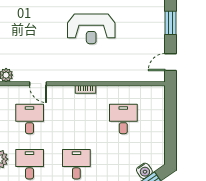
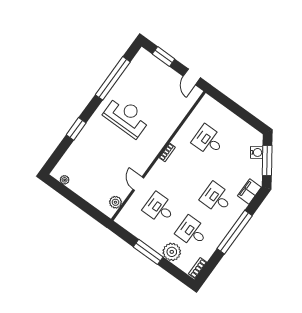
reception desk: (91, 29) -> (127, 117), turned -90
door: (38, 84) -> (138, 184), swing flipped

